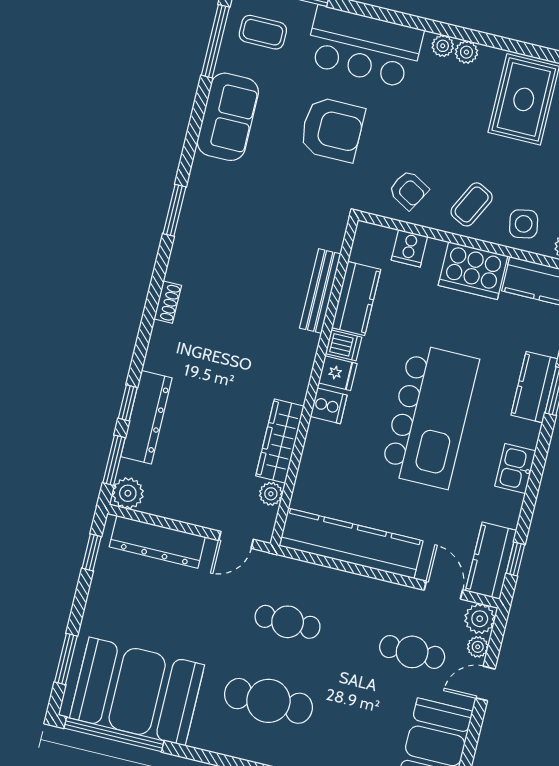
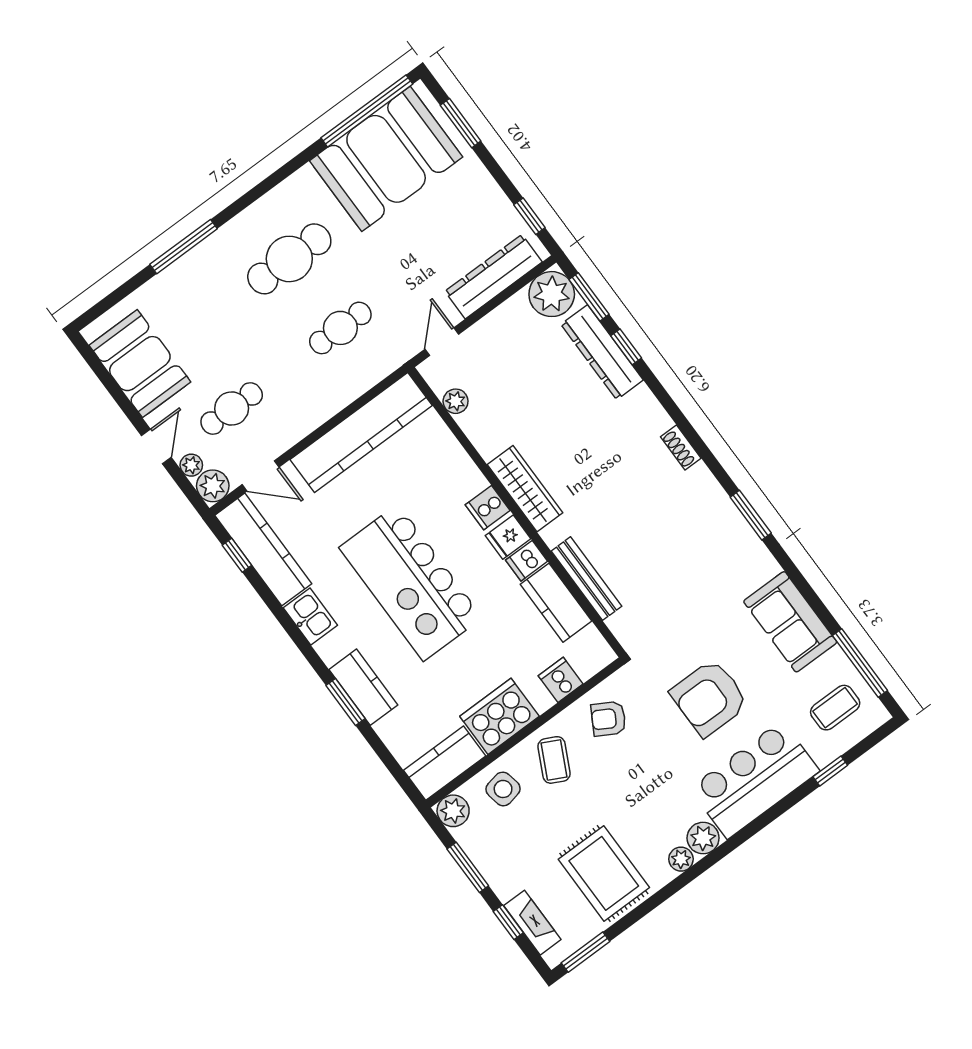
plant: (443, 46) -> (703, 838), width x1.38, depth x1.38
wardrobe: (280, 441) -> (525, 489), moved
plant: (128, 493) -> (552, 294), width x1.36, depth x1.36
kitchen counter: (491, 561) -> (263, 549), width x1.50

